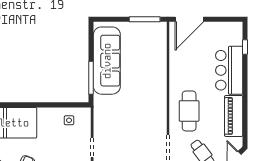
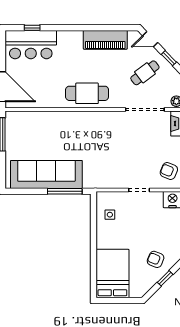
bar counter: (229, 70) -> (31, 45), moved
cafe table: (189, 111) -> (87, 93), moved

